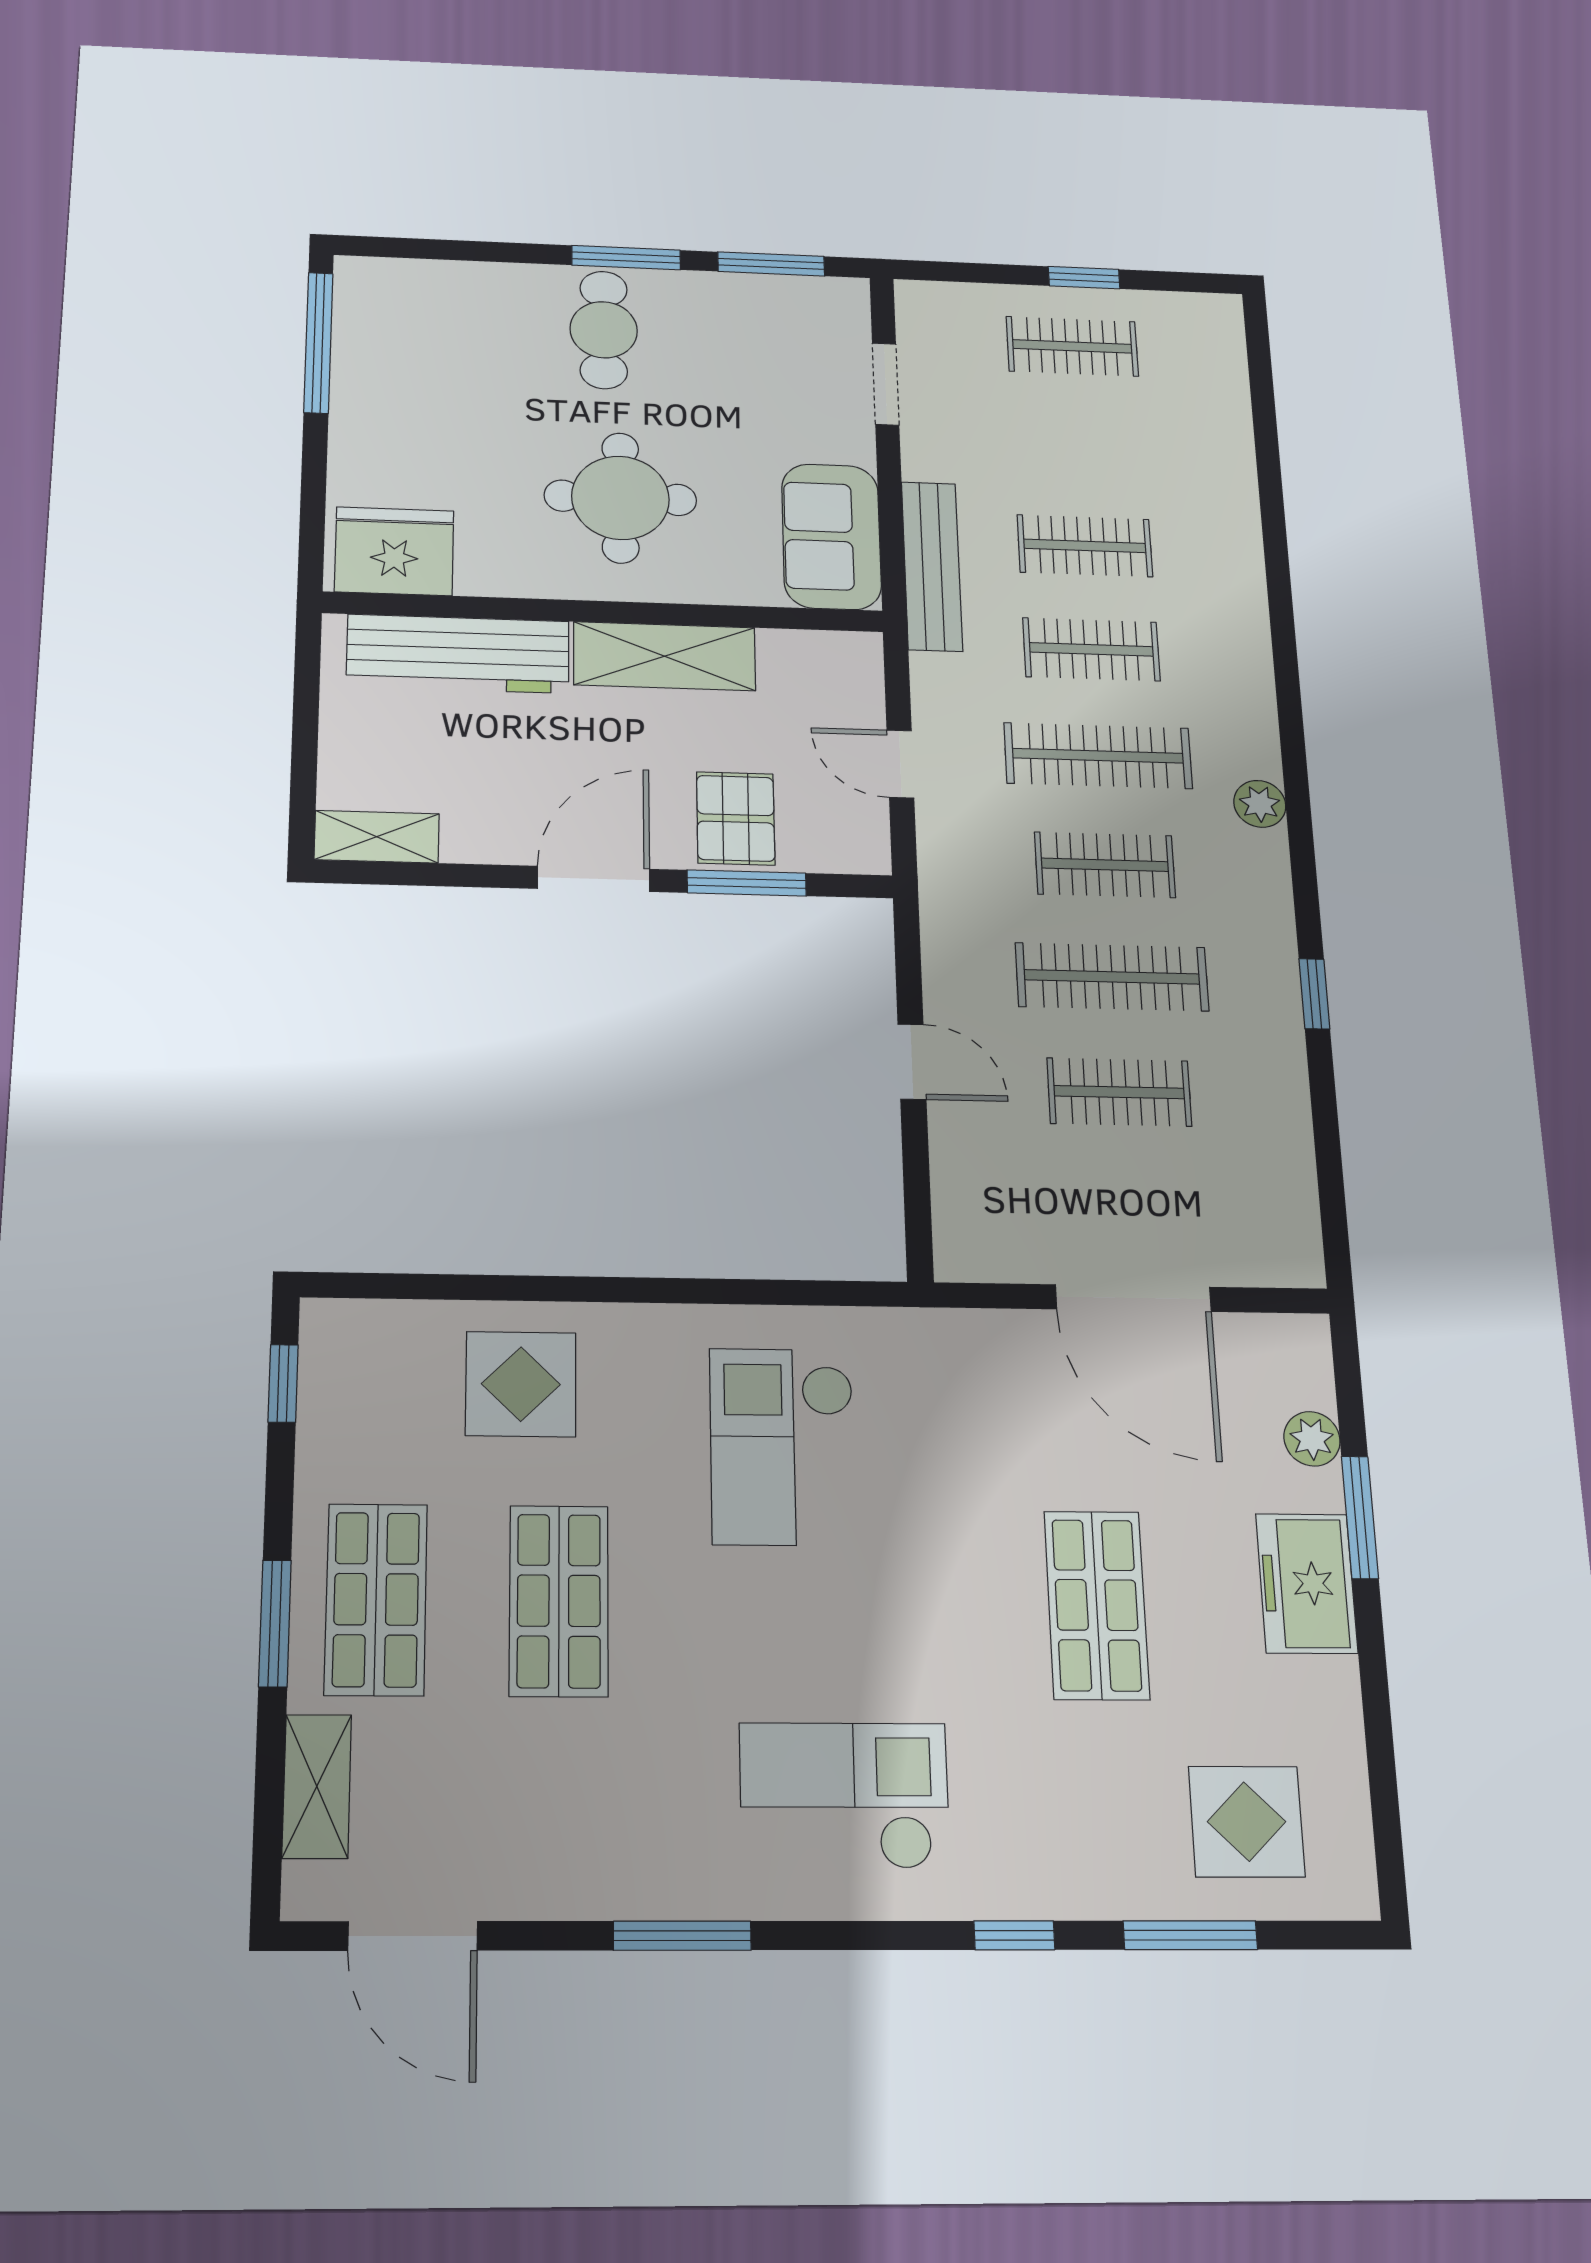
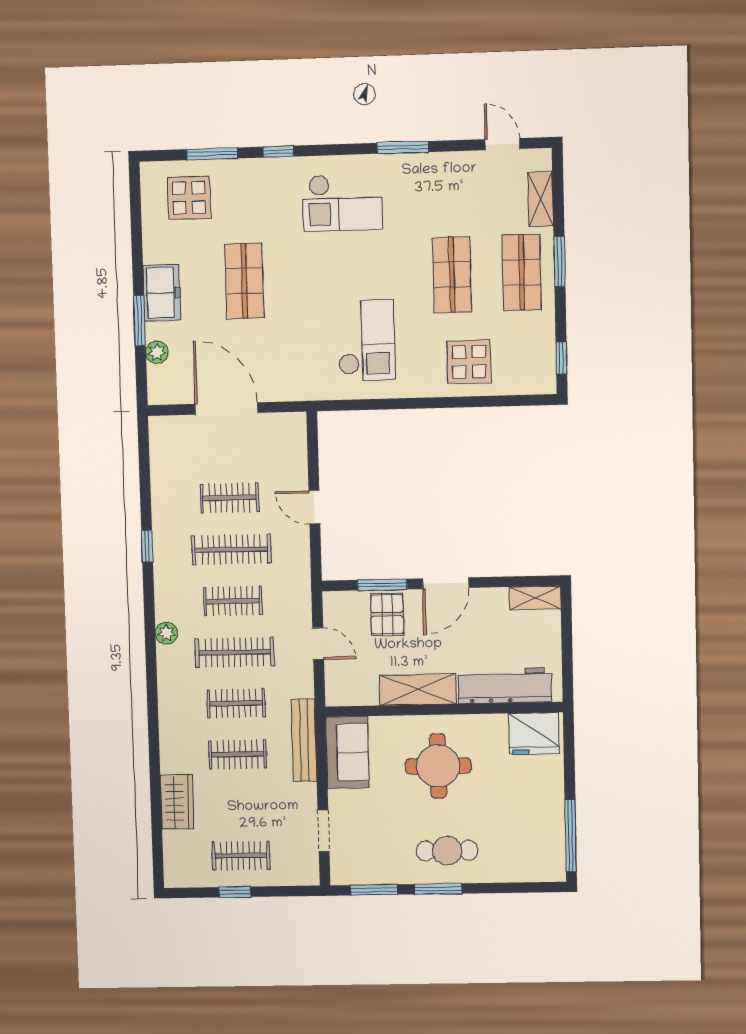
cafe table: (604, 330) -> (447, 851), turned 90
wardrobe: (1220, 459) -> (177, 802), added
door: (413, 1936) -> (503, 144), width x0.73

